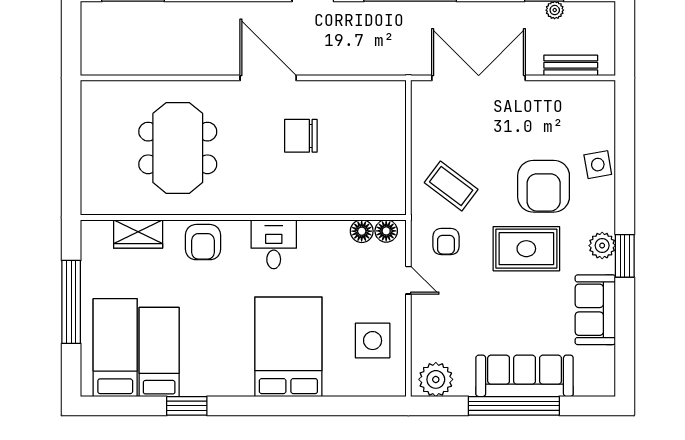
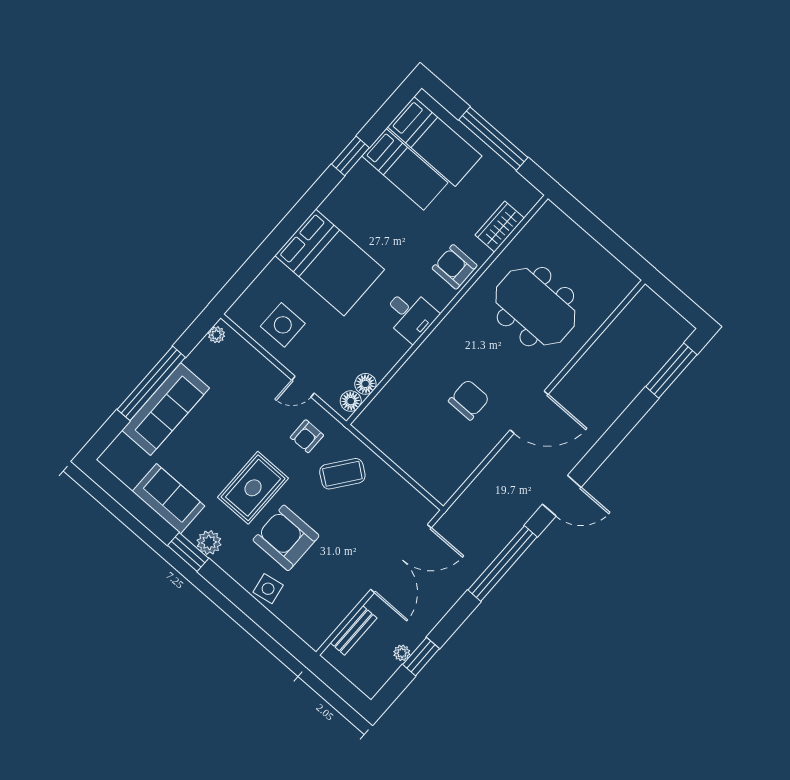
armchair: (446, 242) -> (307, 436), turned -90
plant: (436, 379) -> (216, 335), width x0.53, depth x0.53

